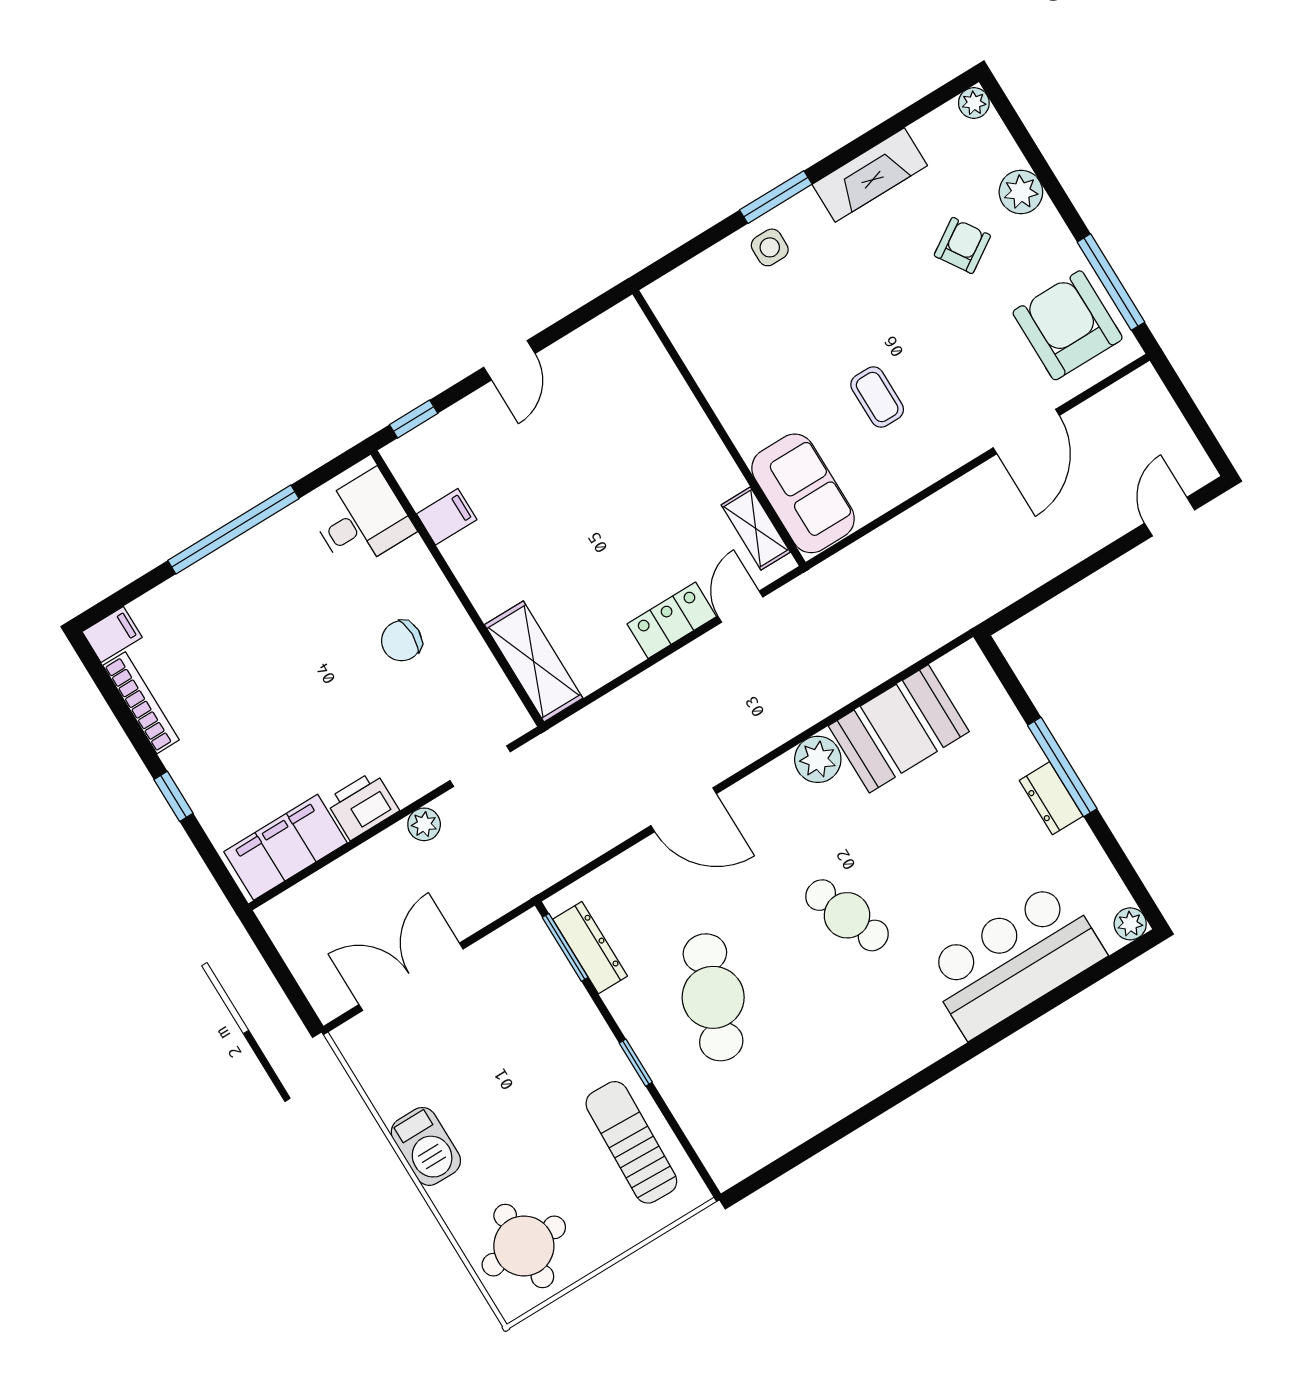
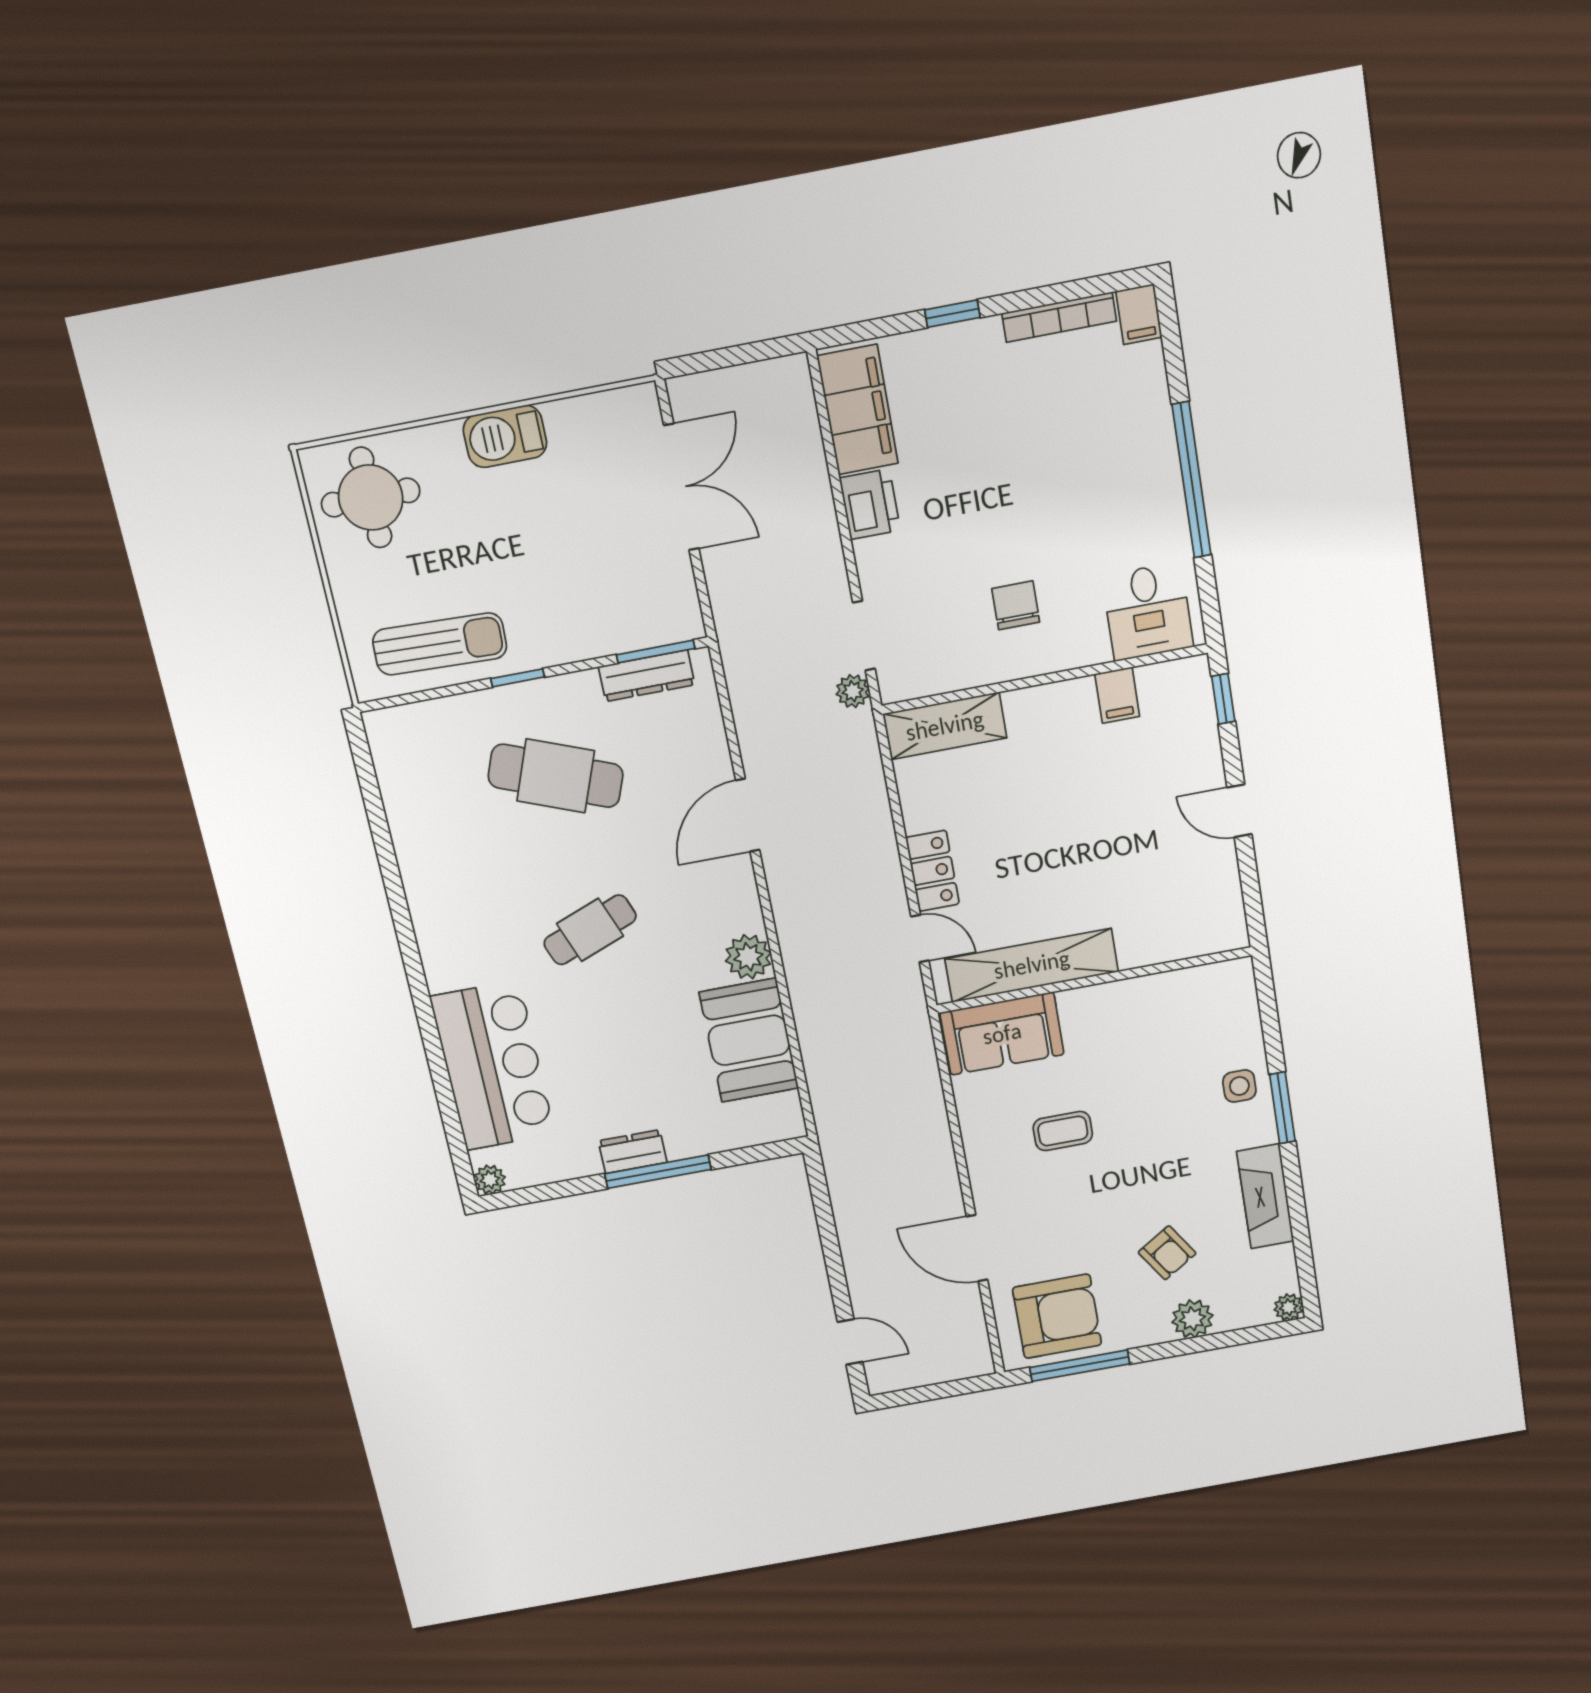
shelving: (756, 528) -> (1032, 965), width x2.20, depth x1.33
plant: (424, 824) -> (853, 691), moved

